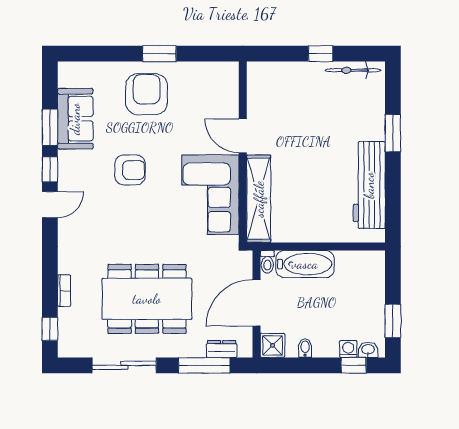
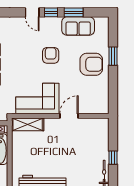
window: (159, 54) -> (113, 56), moved
armchair: (130, 170) -> (51, 55), turned 180
shelving: (259, 199) -> (28, 124), width x0.68

